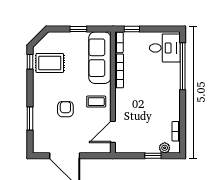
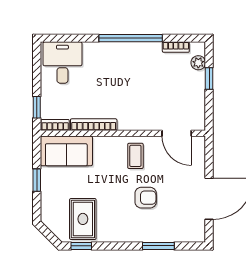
sofa: (100, 58) -> (66, 151), width x0.73
window: (183, 66) -> (131, 38), moved
armchair: (65, 109) -> (146, 198), turned 180

